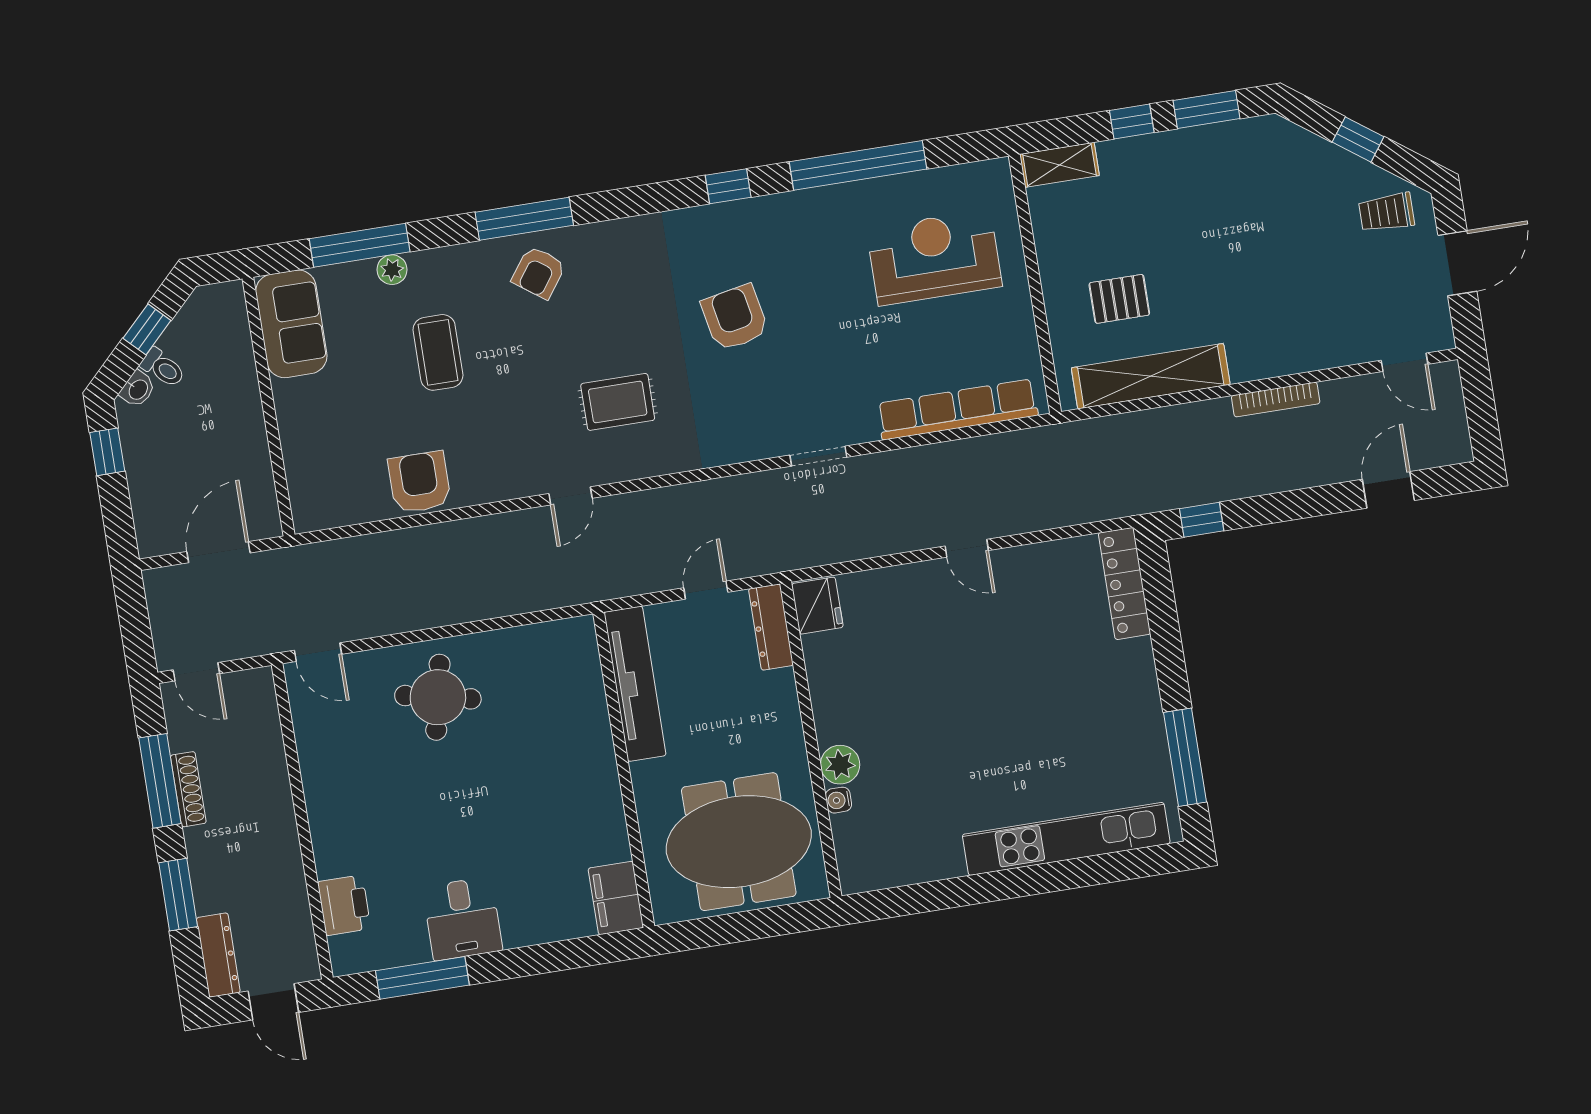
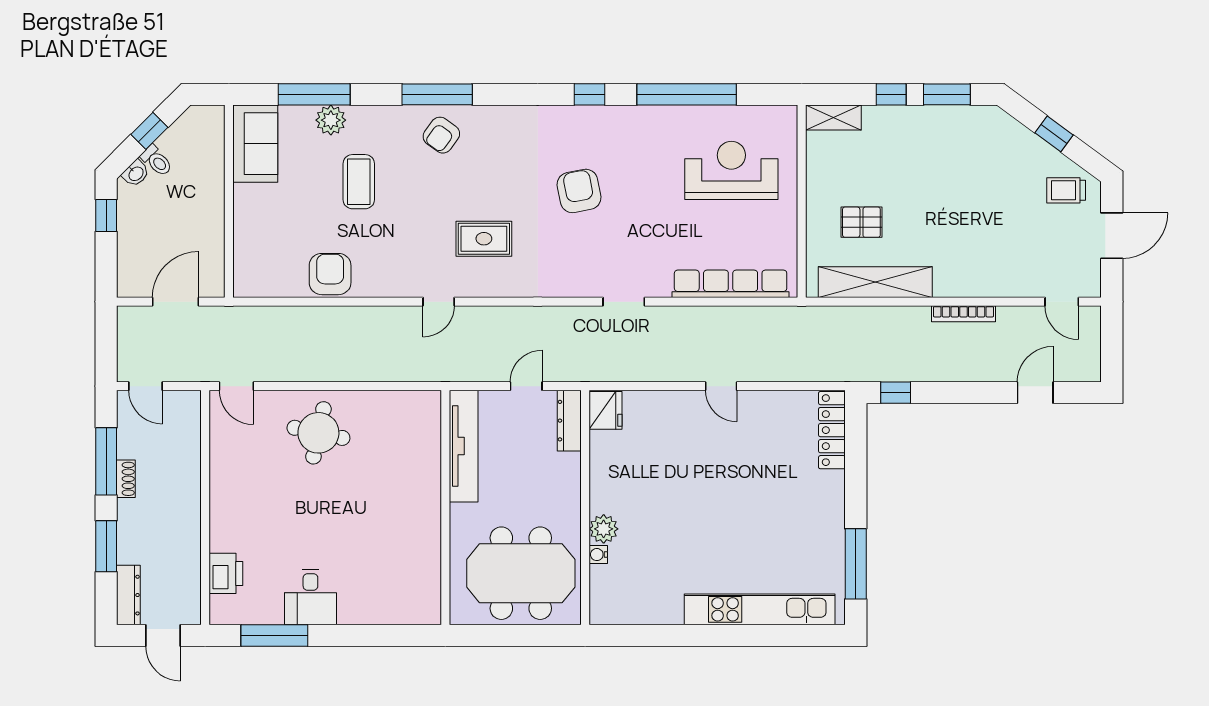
plant: (392, 270) -> (331, 120), width x1.38, depth x1.38
shoe rack: (188, 789) -> (126, 479), width x0.70
filing cabinet: (616, 898) -> (425, 600), removed

